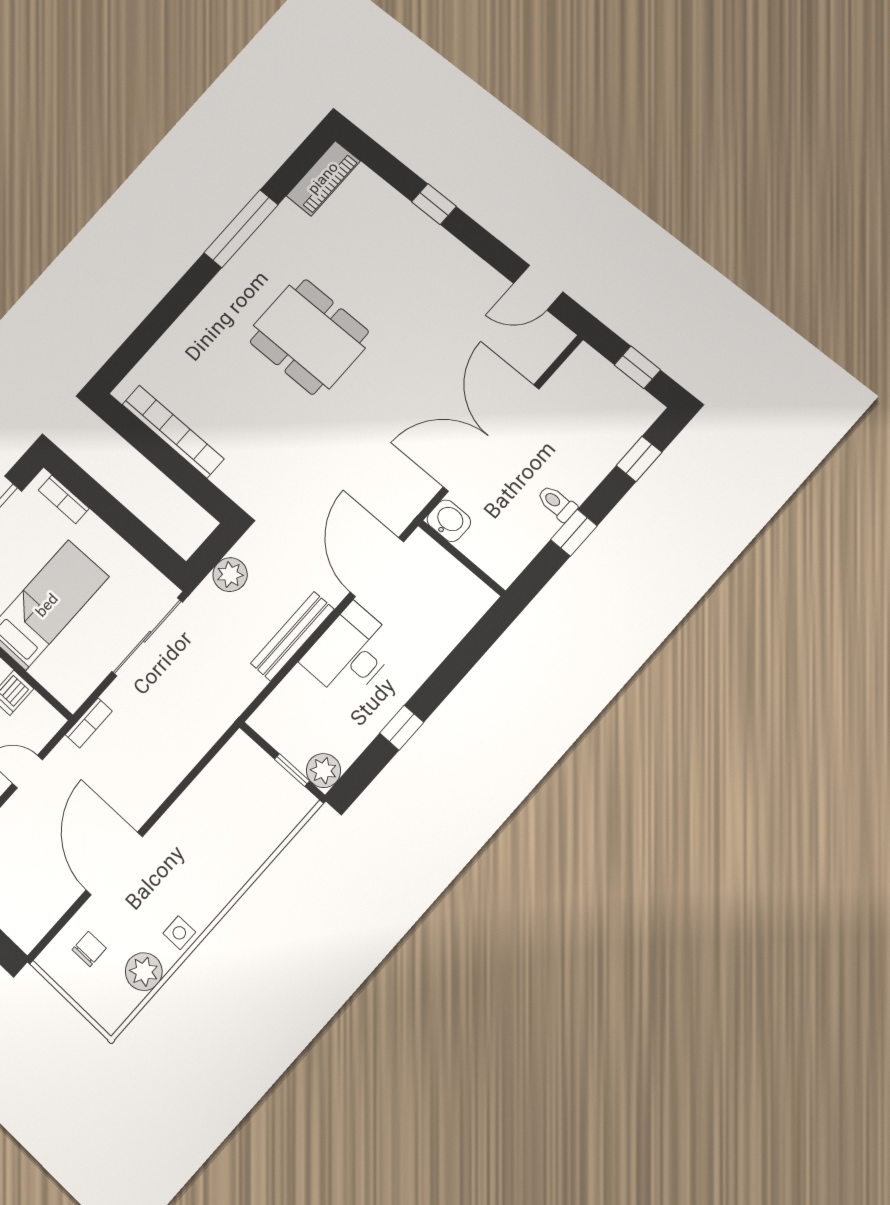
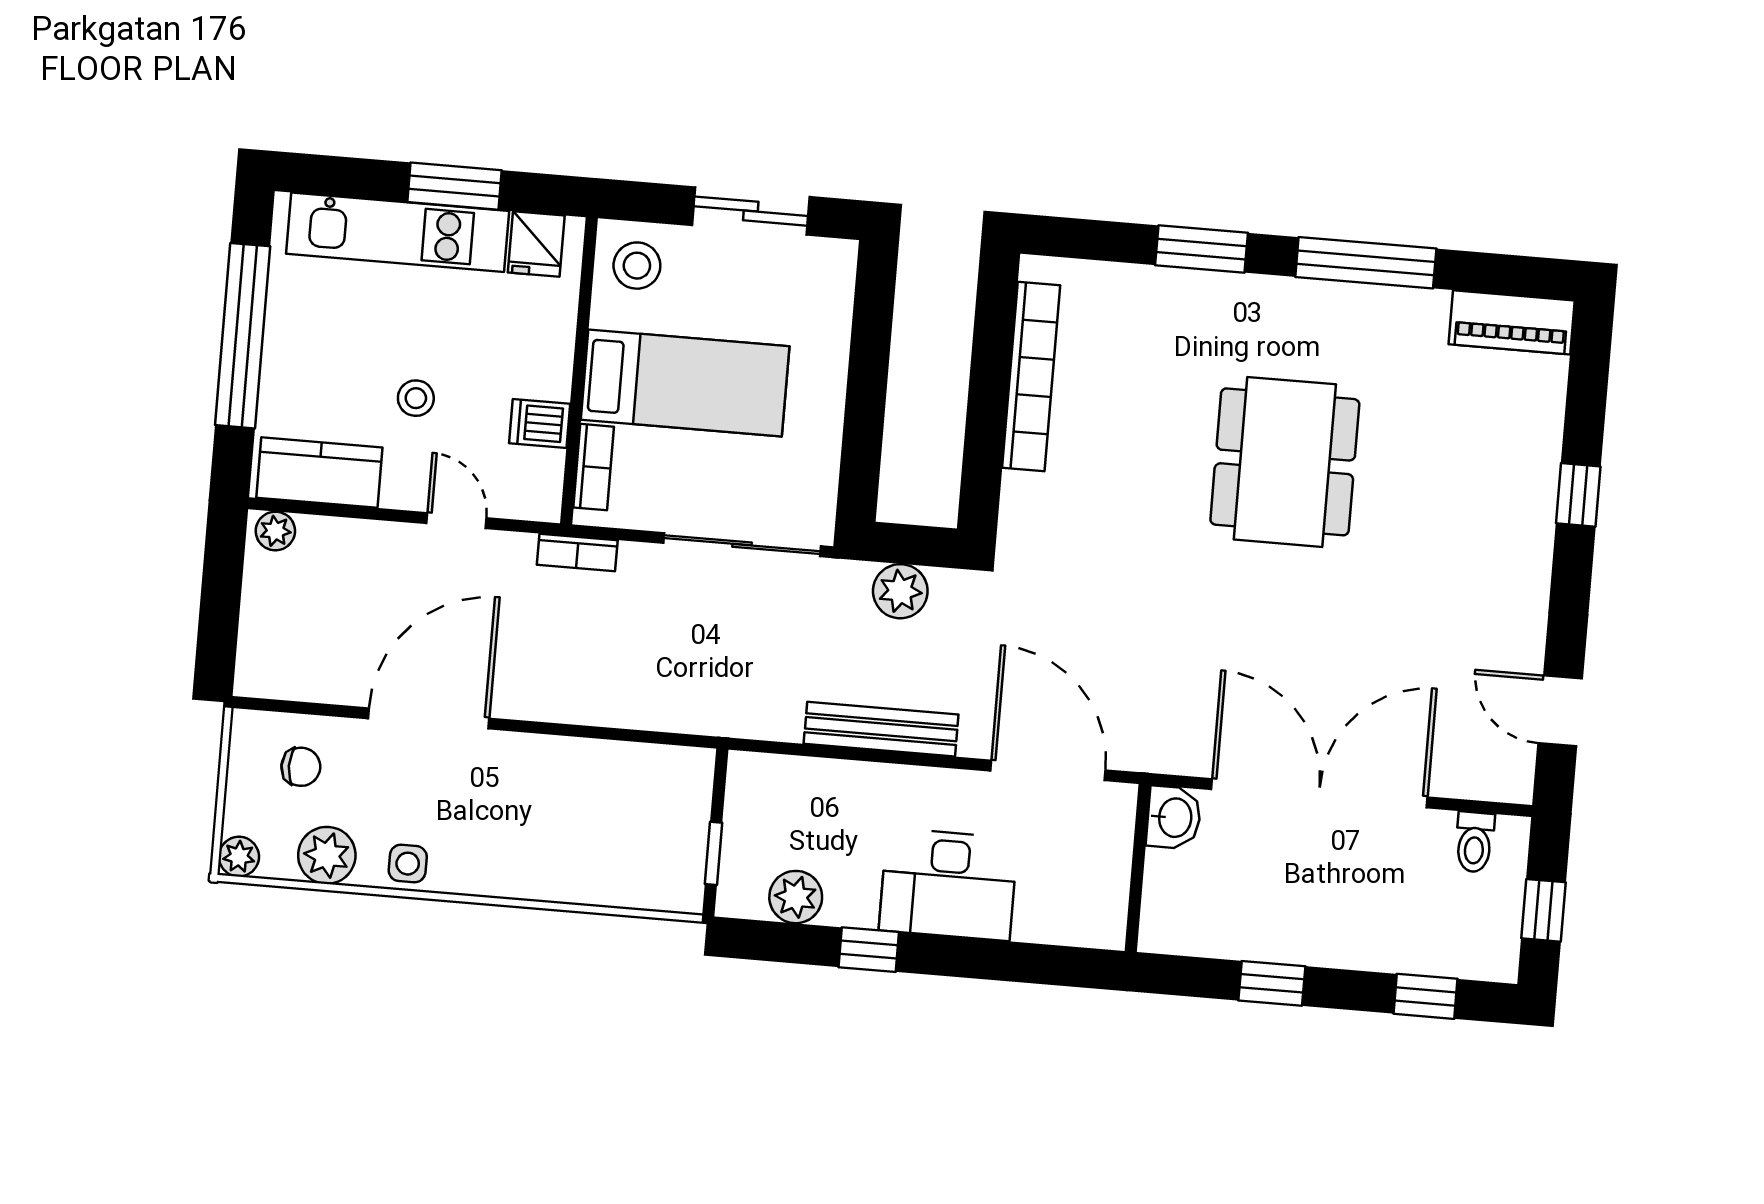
window: (174, 304) -> (1201, 249), added
bookcase: (64, 499) -> (594, 467), moved, turned 180
toilet: (557, 503) -> (1475, 842), moved, turned 180
door: (377, 567) -> (1048, 770), hinge flipped
desk: (350, 652) -> (948, 884), moved, turned 180
plant: (323, 771) -> (796, 897), moved
plant: (110, 1018) -> (239, 857), added

